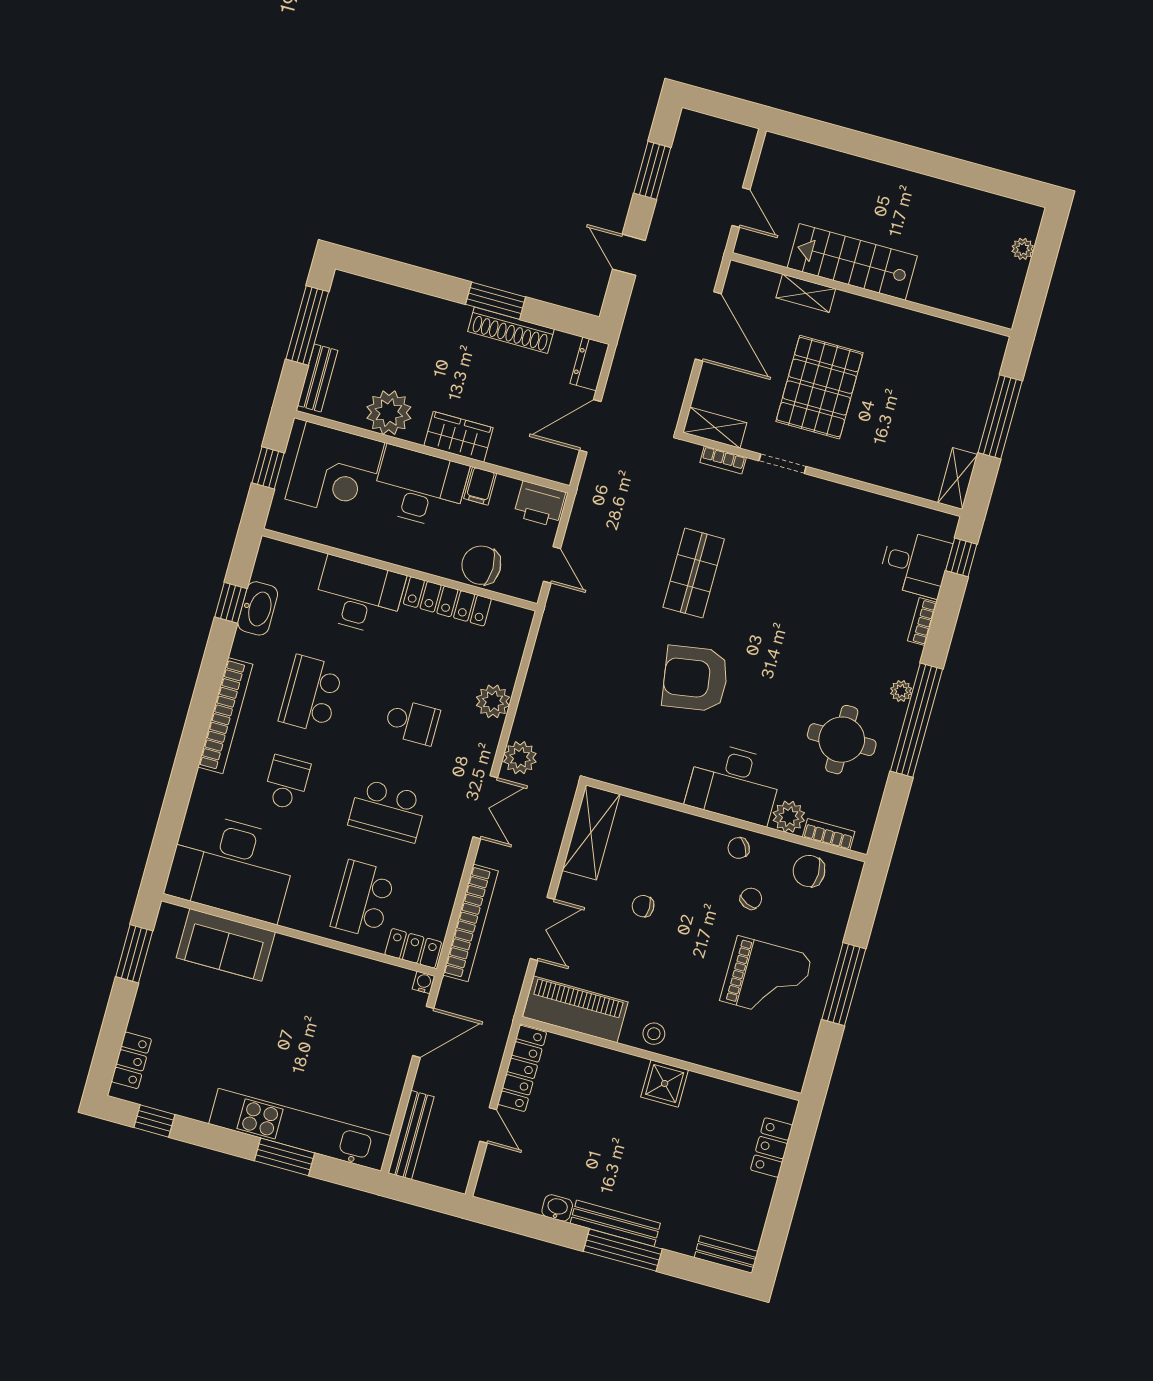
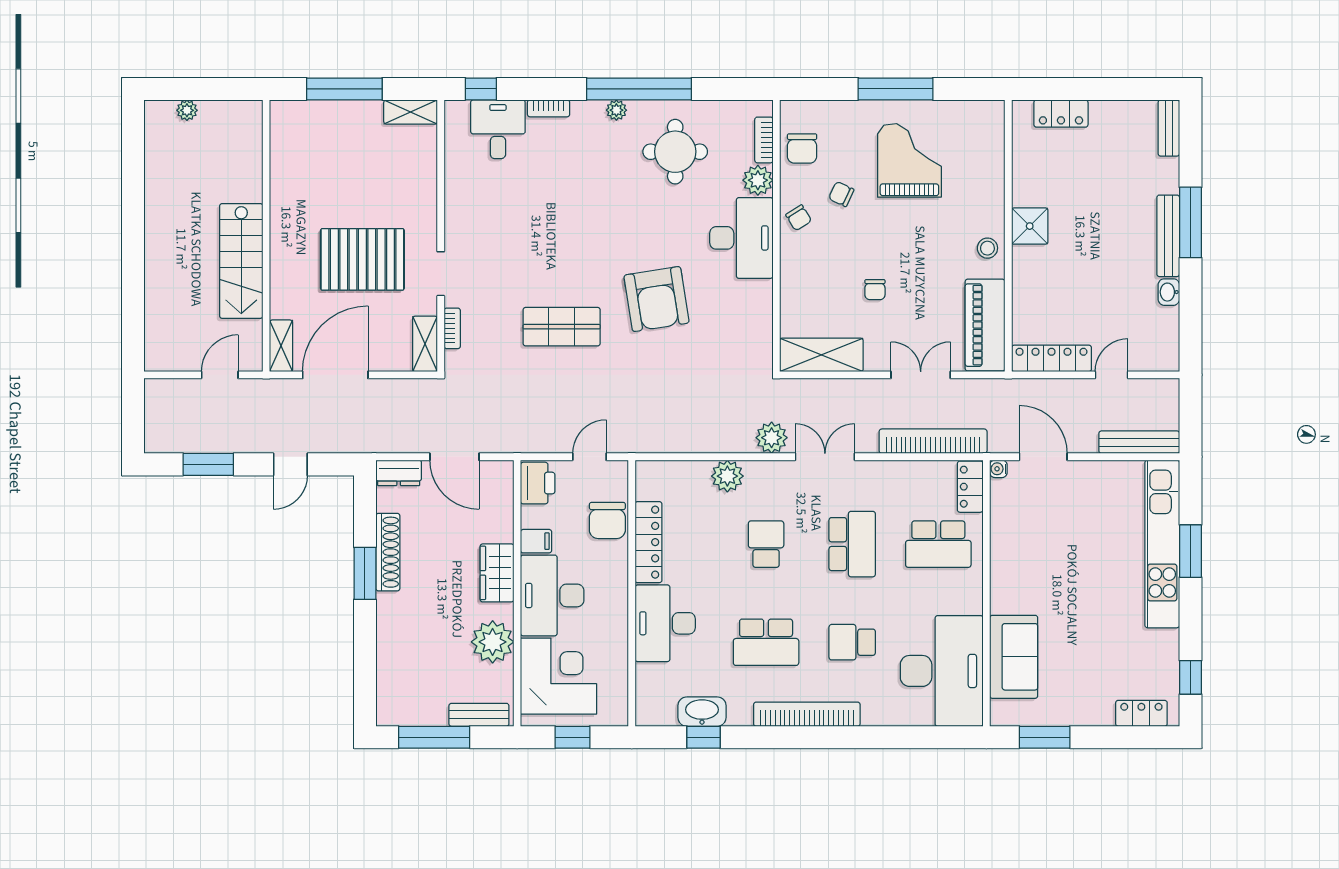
shelving: (806, 293) -> (281, 346), moved

